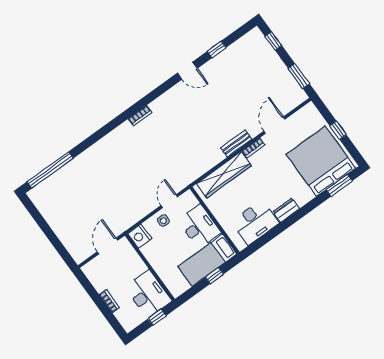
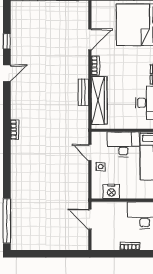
door: (274, 125) -> (90, 39), swing flipped
bench: (236, 143) -> (83, 92), moved
nightstand: (140, 236) -> (111, 191), moved

